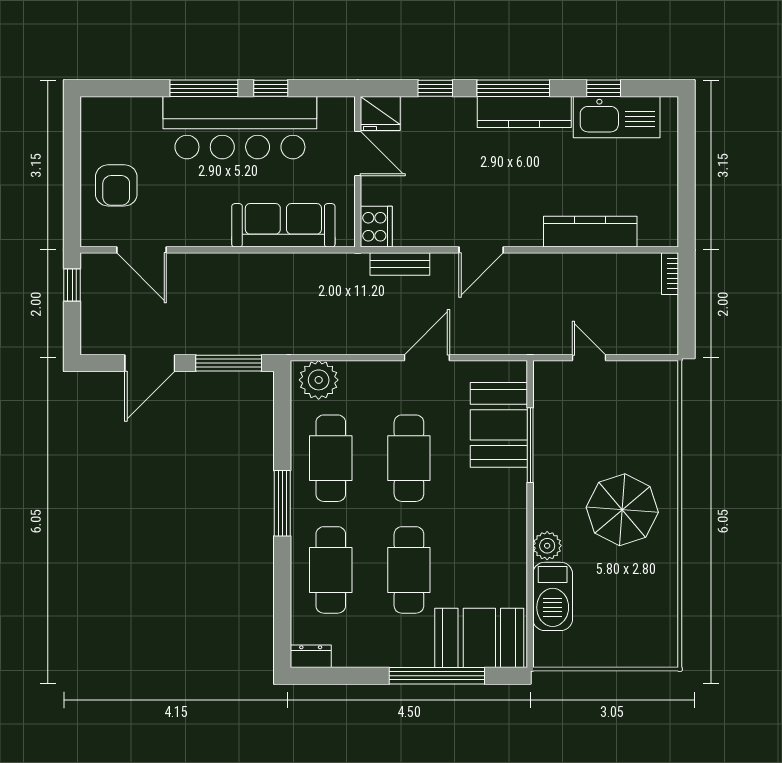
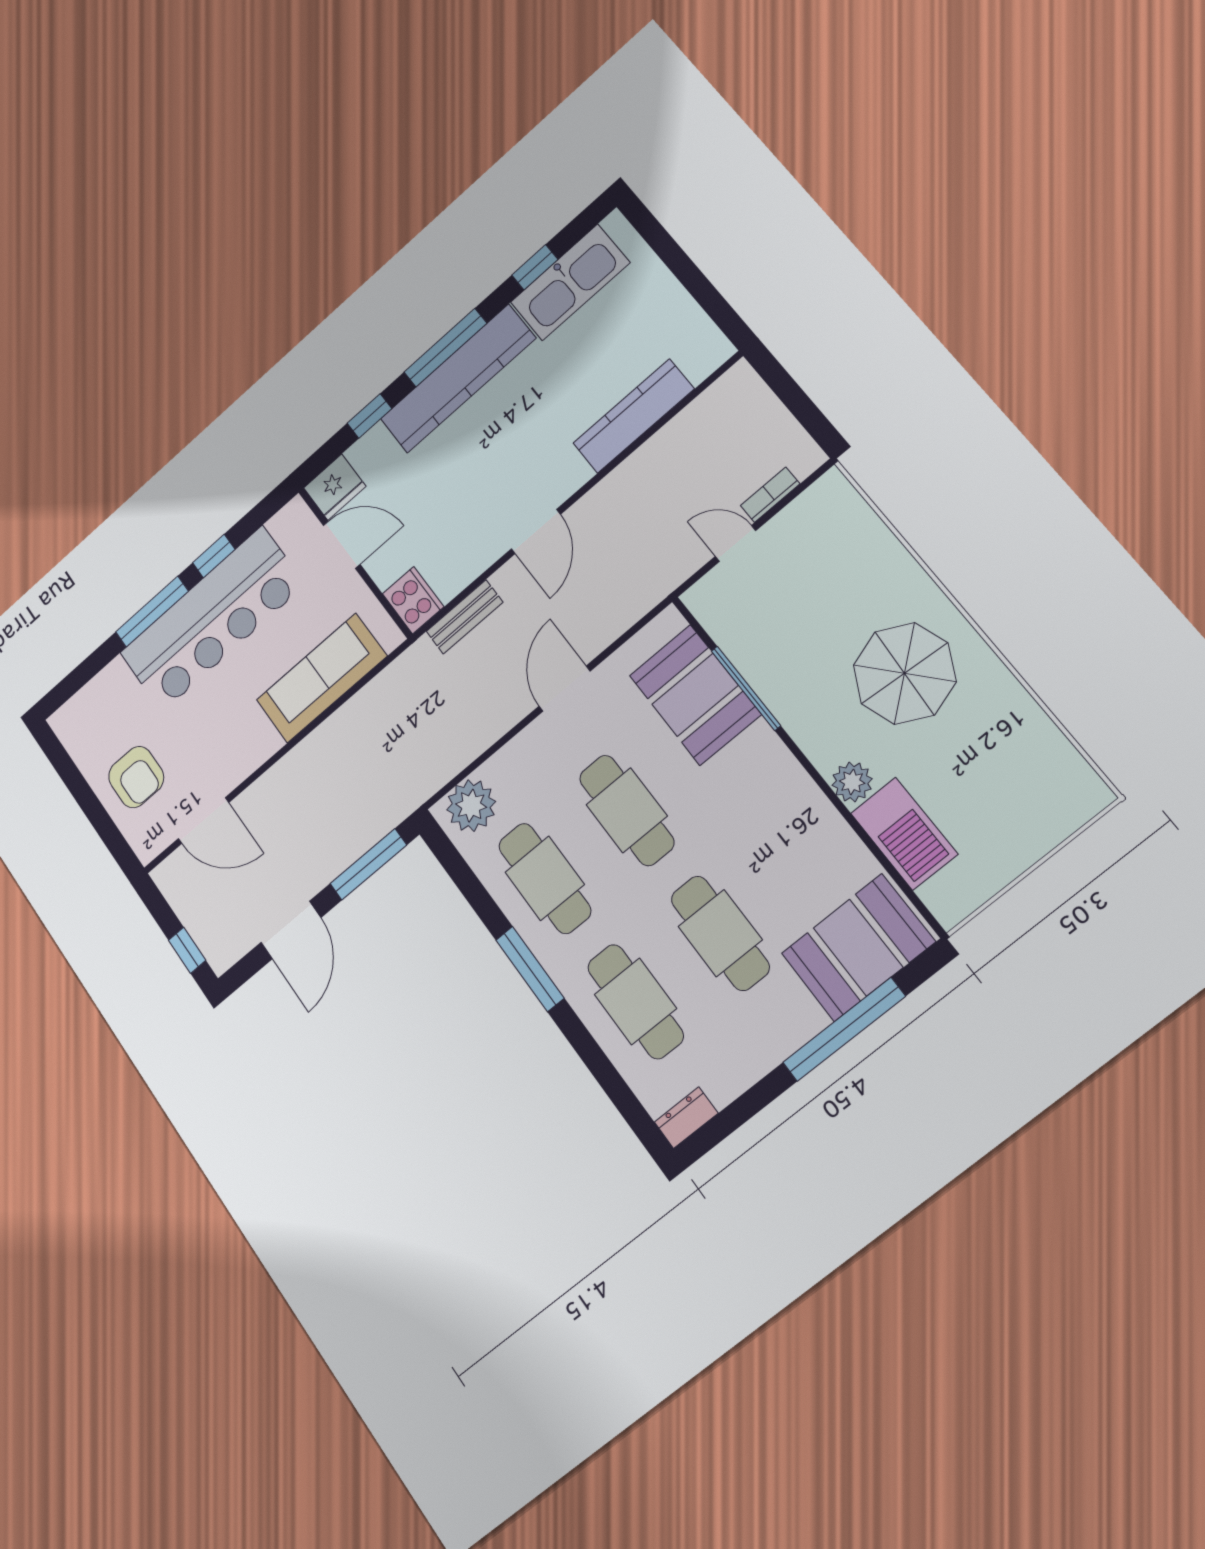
kitchen counter: (524, 112) -> (458, 379), width x1.39, depth x1.17
bookcase: (670, 274) -> (770, 495), moved, turned 90
window: (72, 285) -> (187, 950), moved

